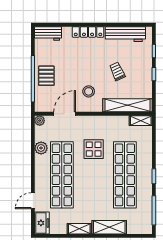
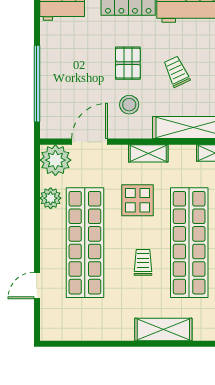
pallet: (46, 76) -> (128, 63), moved
plant: (40, 121) -> (55, 160), width x1.87, depth x1.87
trolley: (97, 187) -> (143, 262), added
freezer: (42, 223) -> (52, 322), removed
shelving: (79, 229) -> (148, 153), moved

